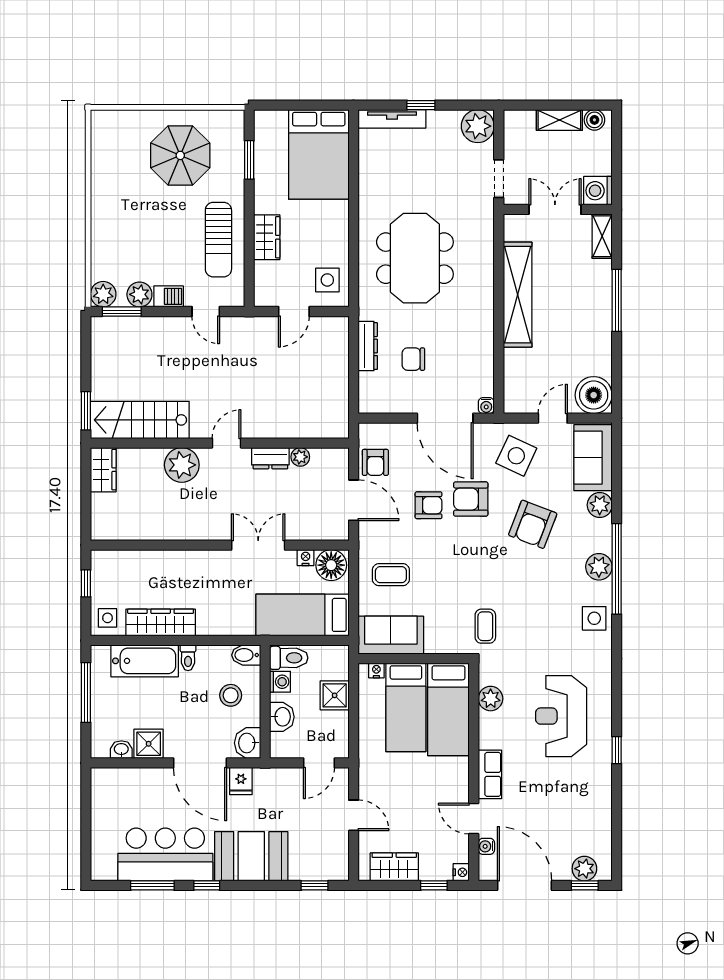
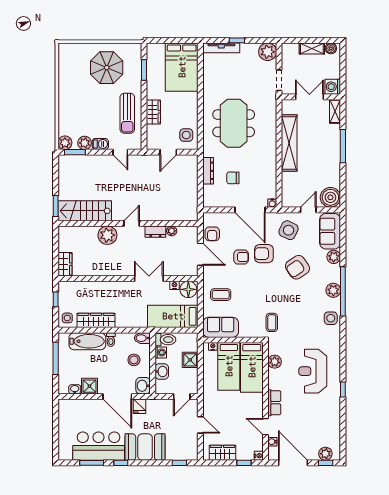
wardrobe: (103, 470) -> (65, 264), moved
armchair: (533, 524) -> (297, 267), turned 35

